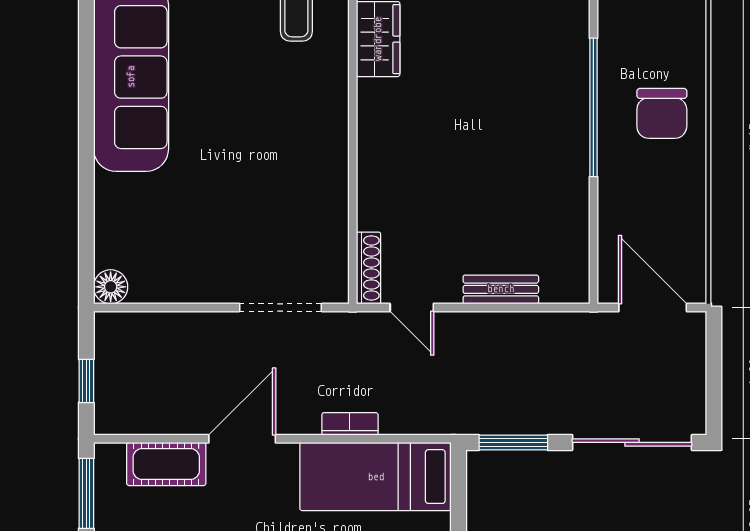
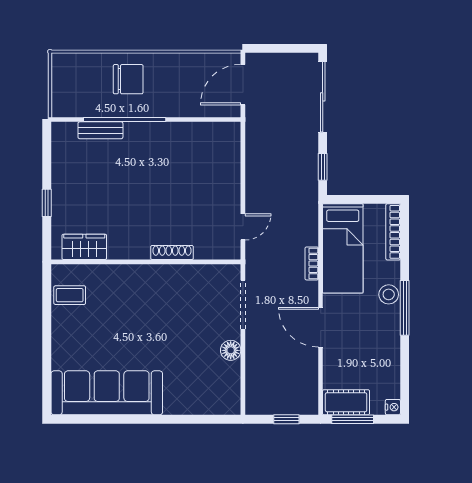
shoe rack: (369, 268) -> (172, 253), moved
floor lamp: (111, 287) -> (231, 350), moved
bench: (501, 289) -> (100, 130), moved, turned 90
window: (513, 442) -> (323, 167), width x0.67
cot: (166, 464) -> (346, 402), moved, turned 90

